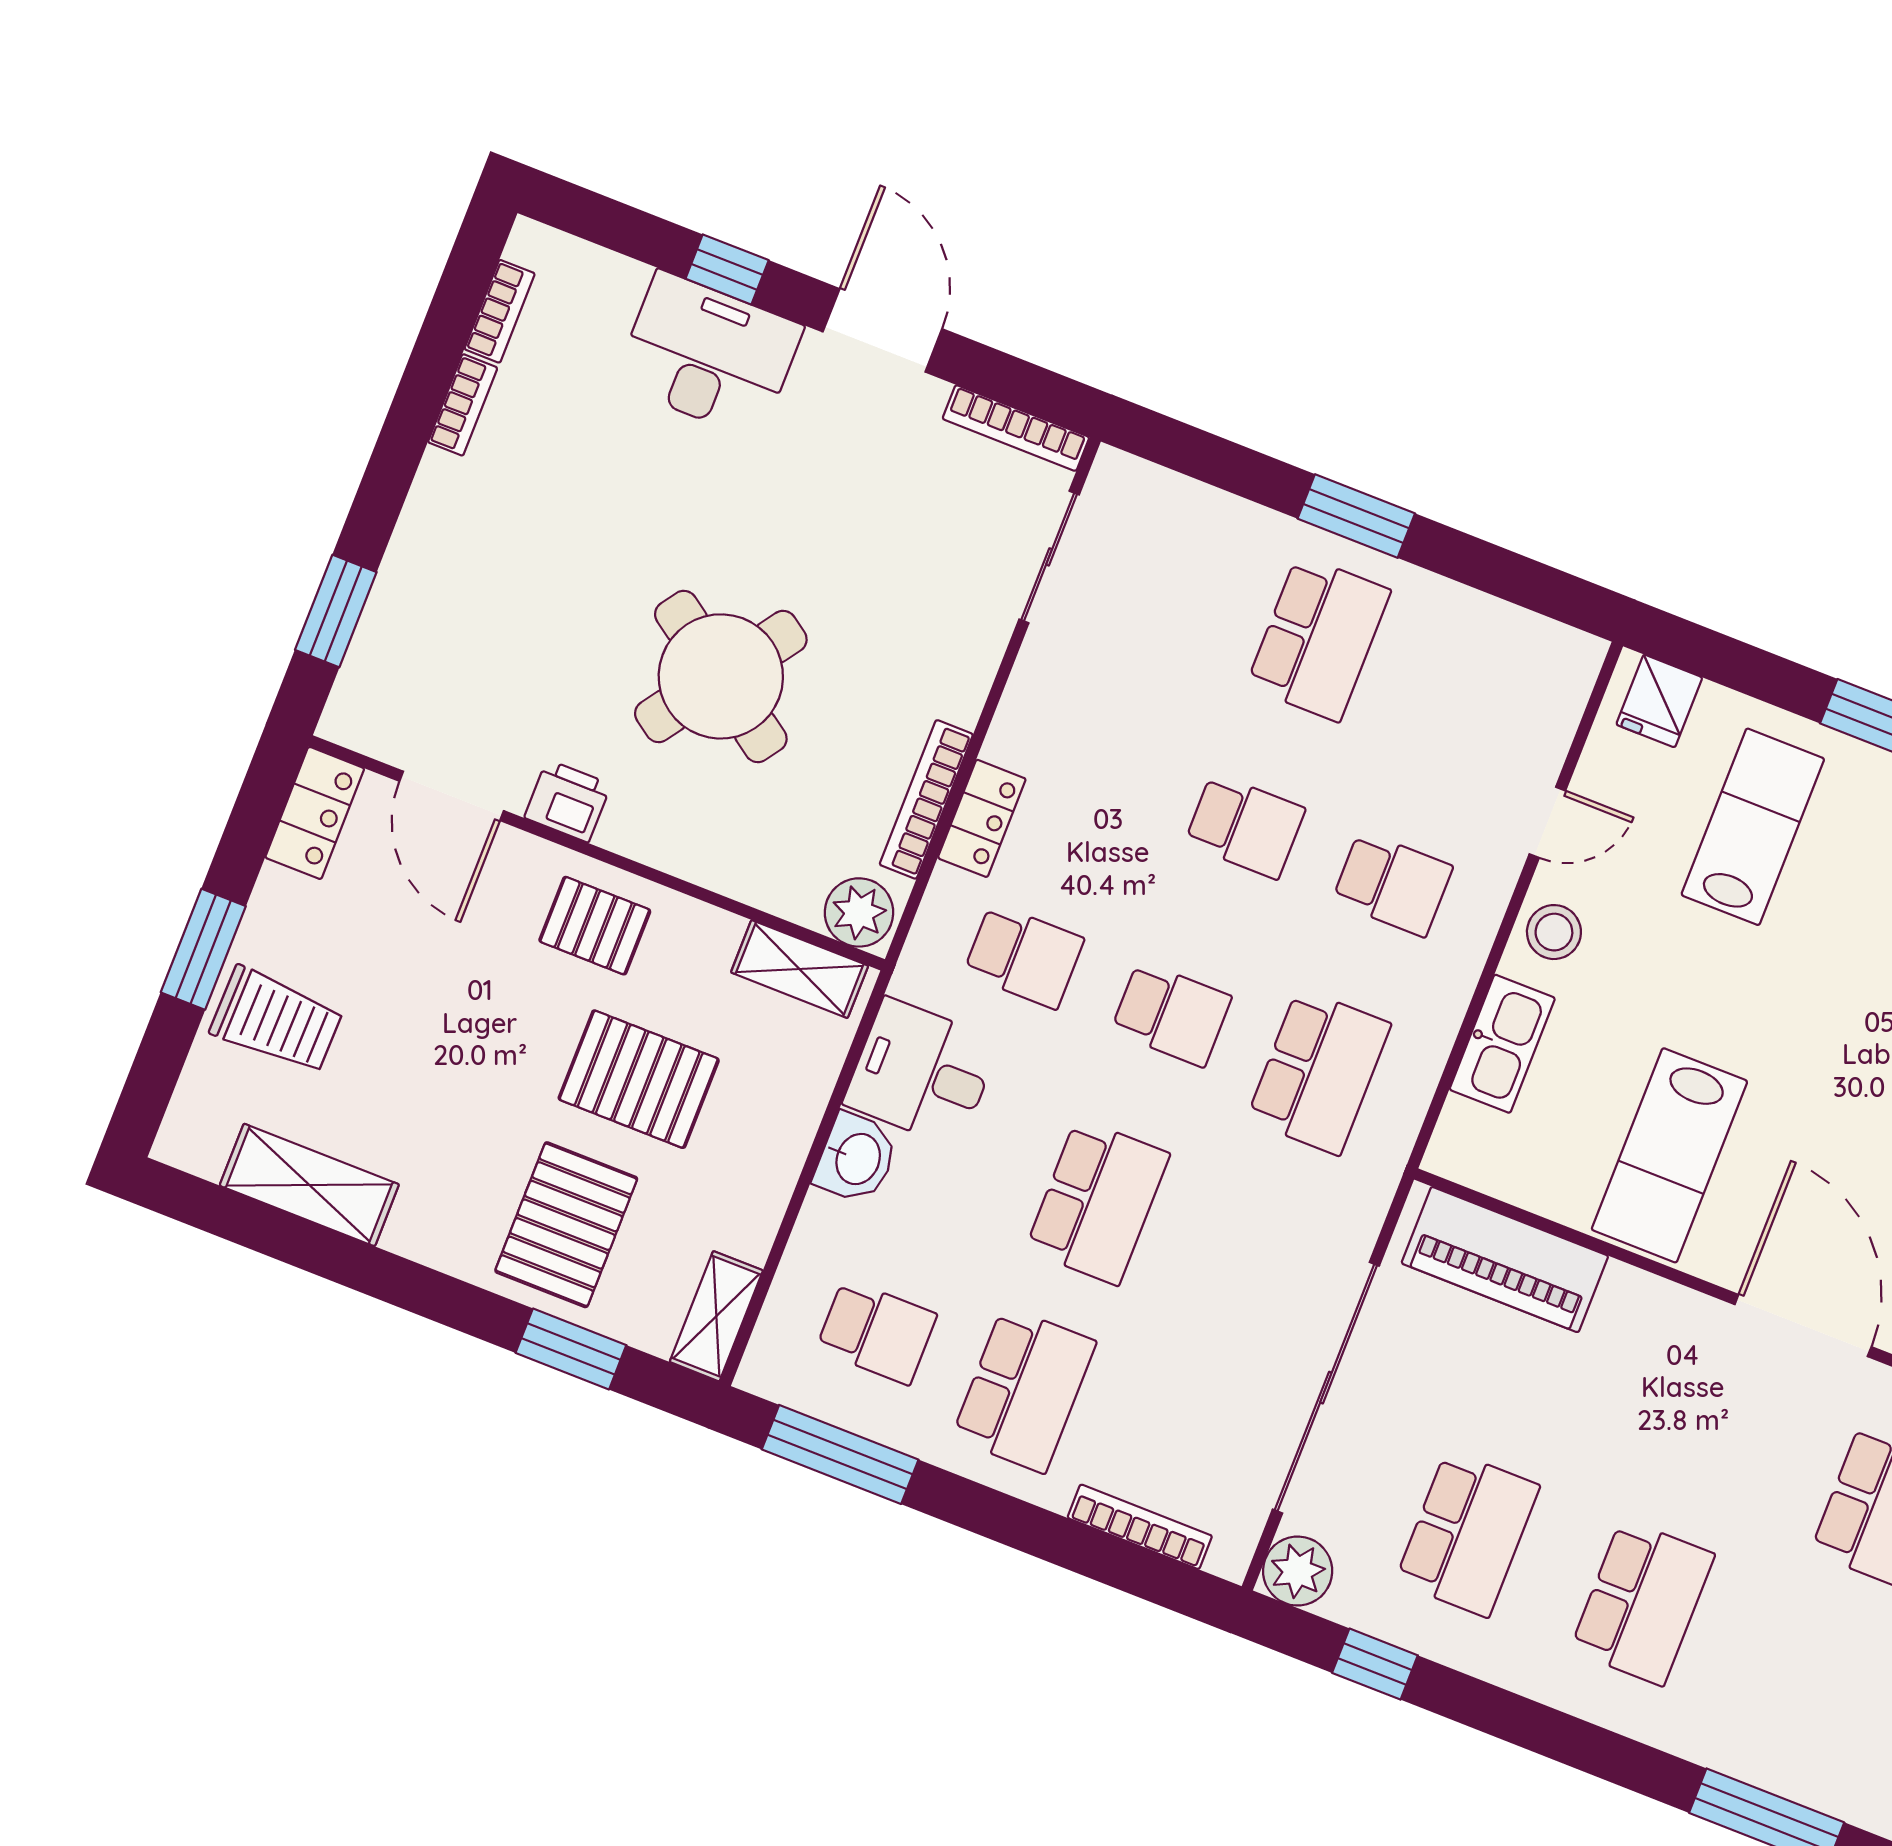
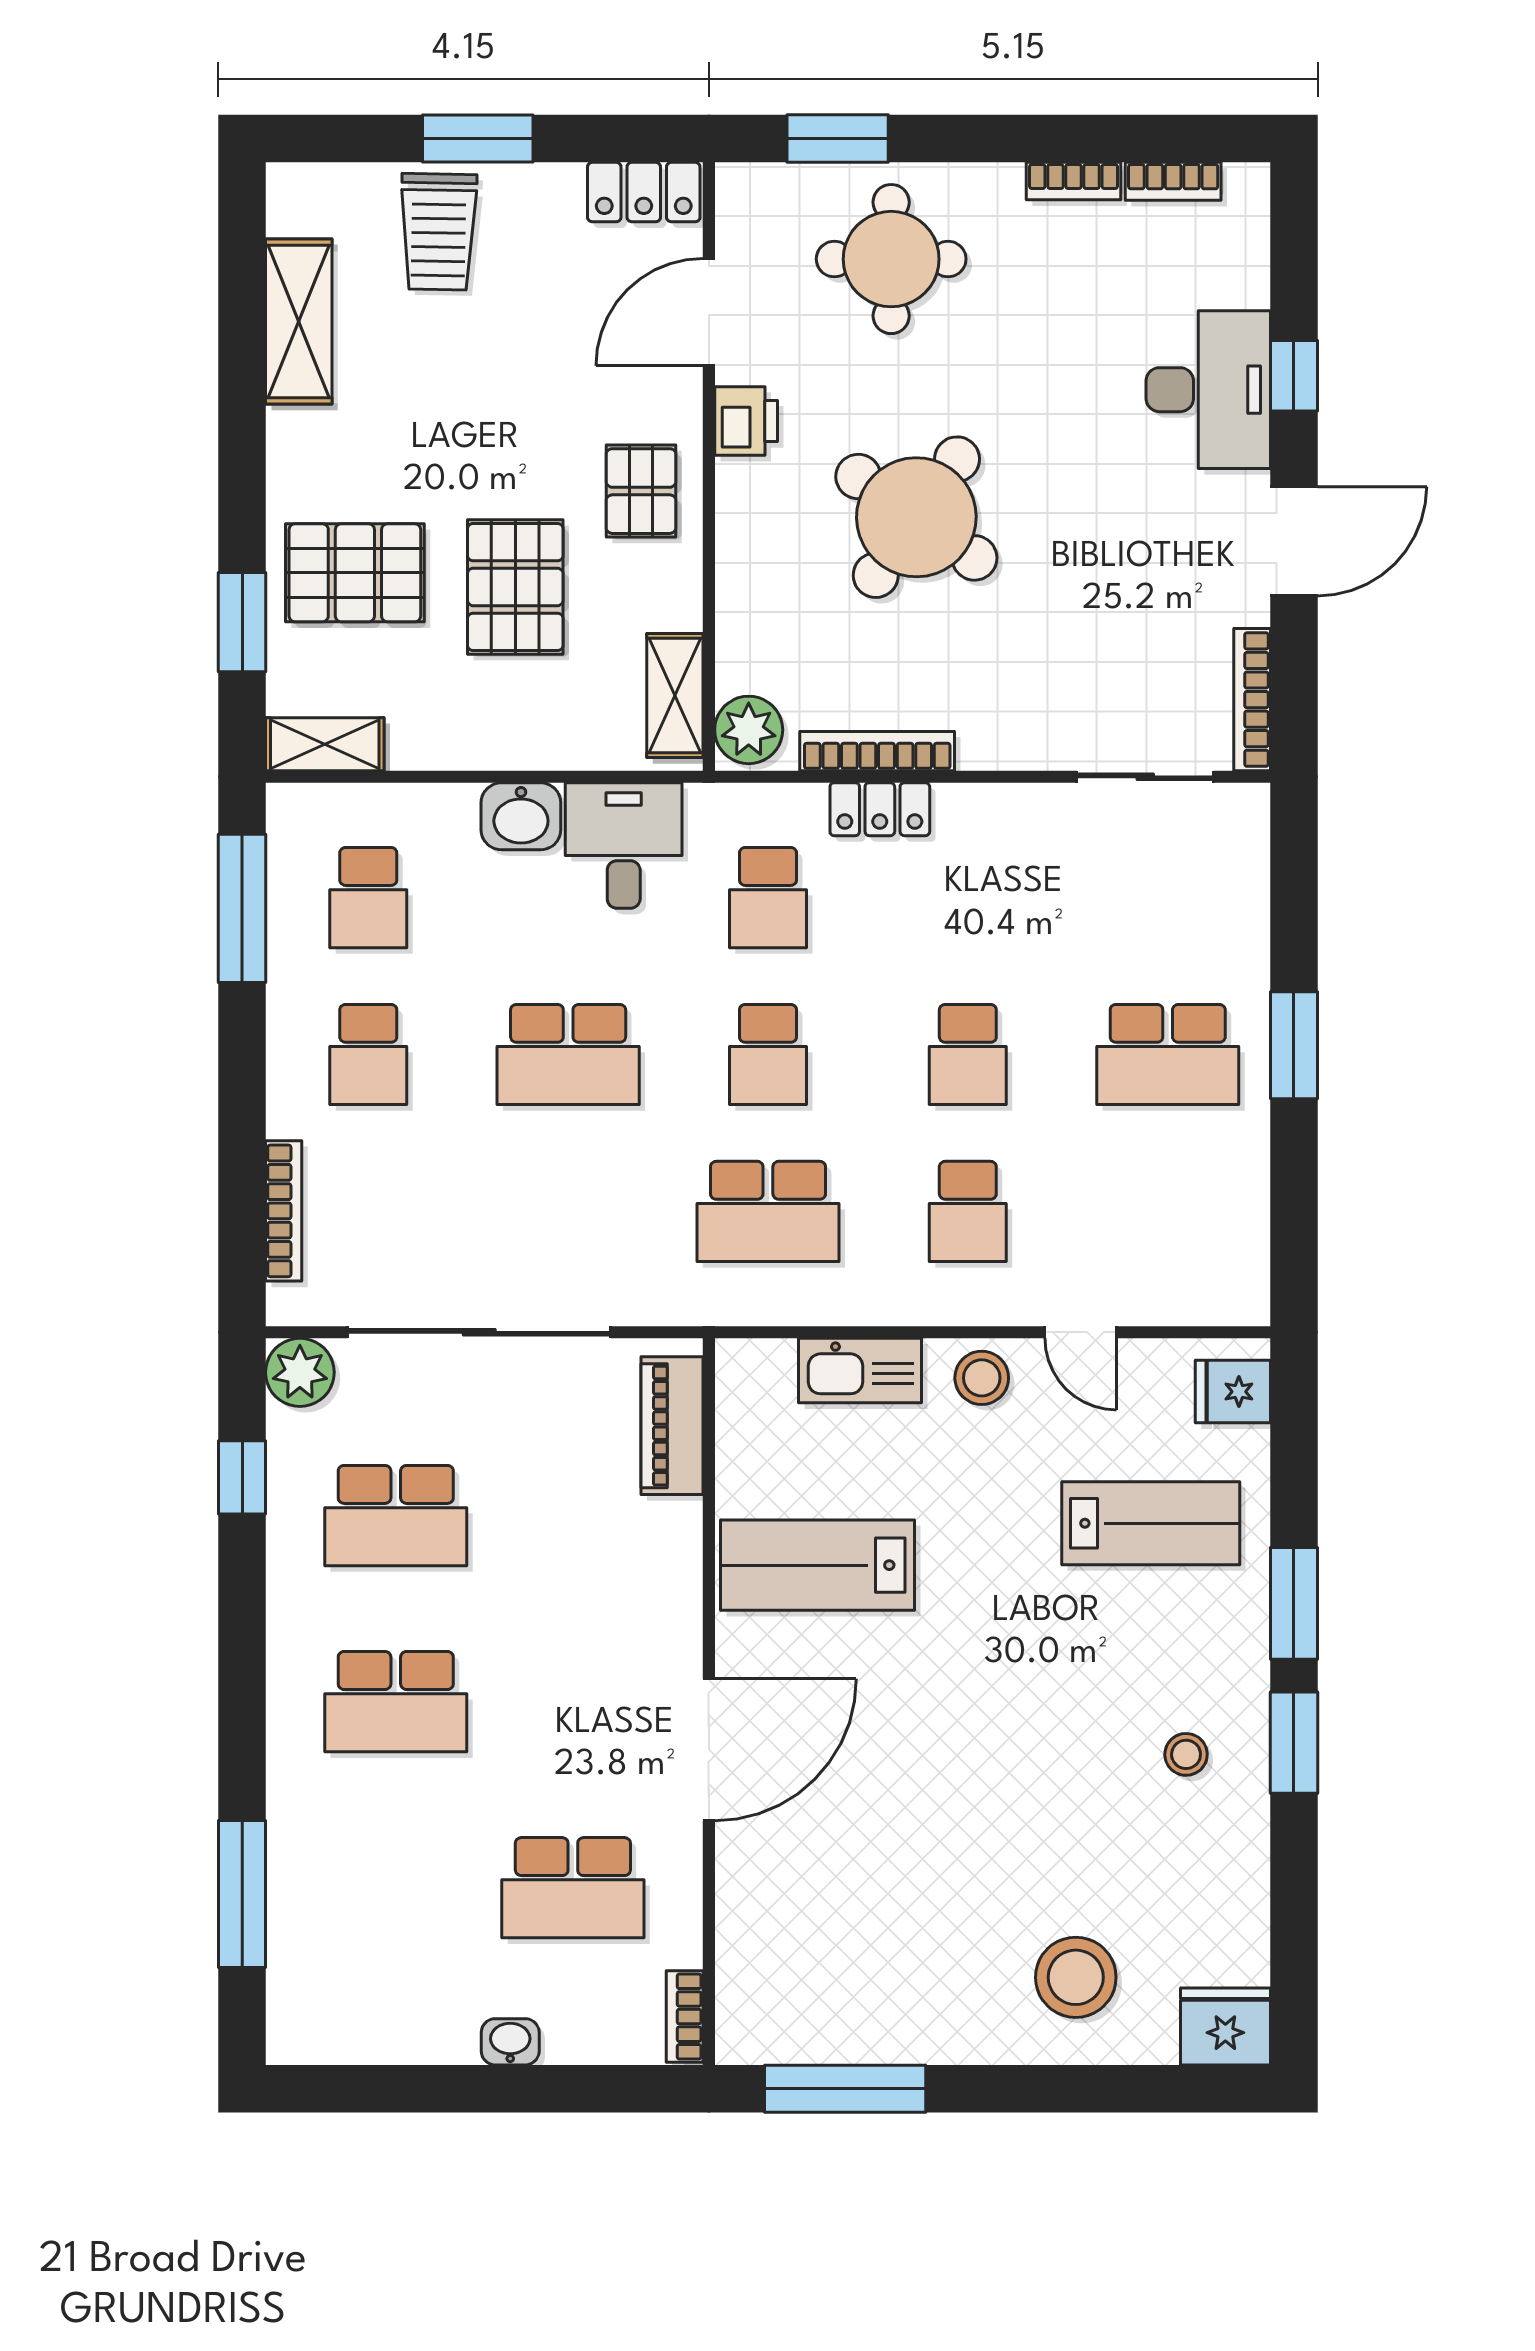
round table: (469, 605) -> (891, 259), added
piano: (1505, 1260) -> (672, 1426), width x0.73, depth x0.75
school desk: (1024, 1390) -> (368, 1055), width x0.54

